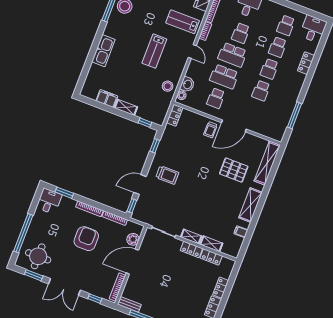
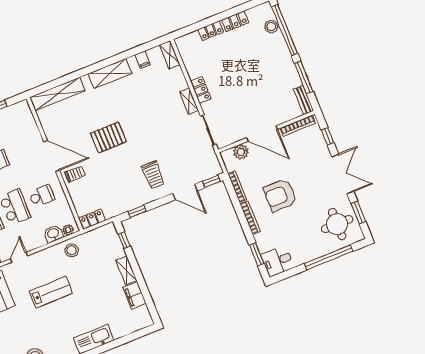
pallet: (234, 170) -> (108, 137), moved, turned 90
trolley: (167, 175) -> (153, 175), turned 180
shelving: (211, 244) -> (170, 55), moved
locker: (211, 257) -> (191, 65), removed

